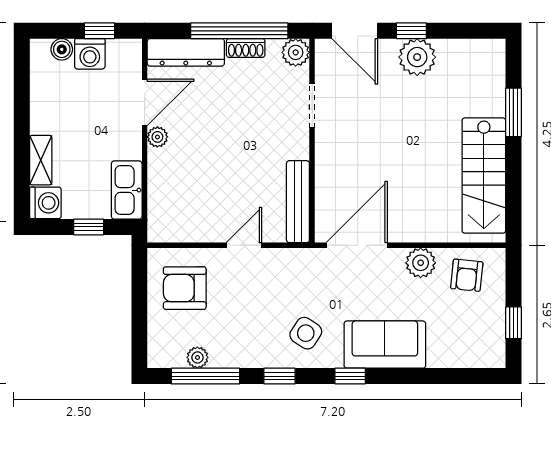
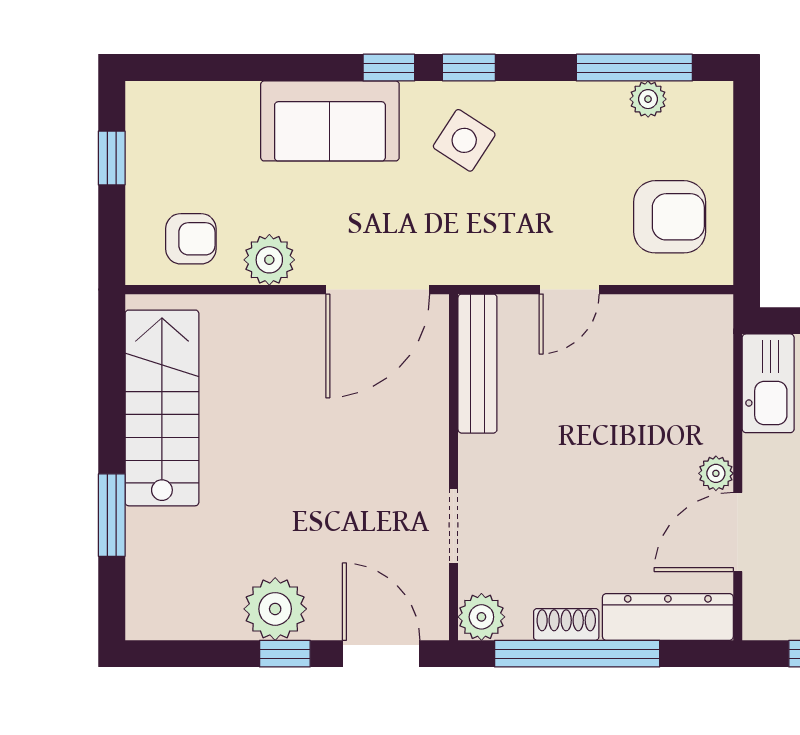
armchair: (467, 275) -> (191, 239), turned 84
window: (279, 376) -> (469, 68), moved

